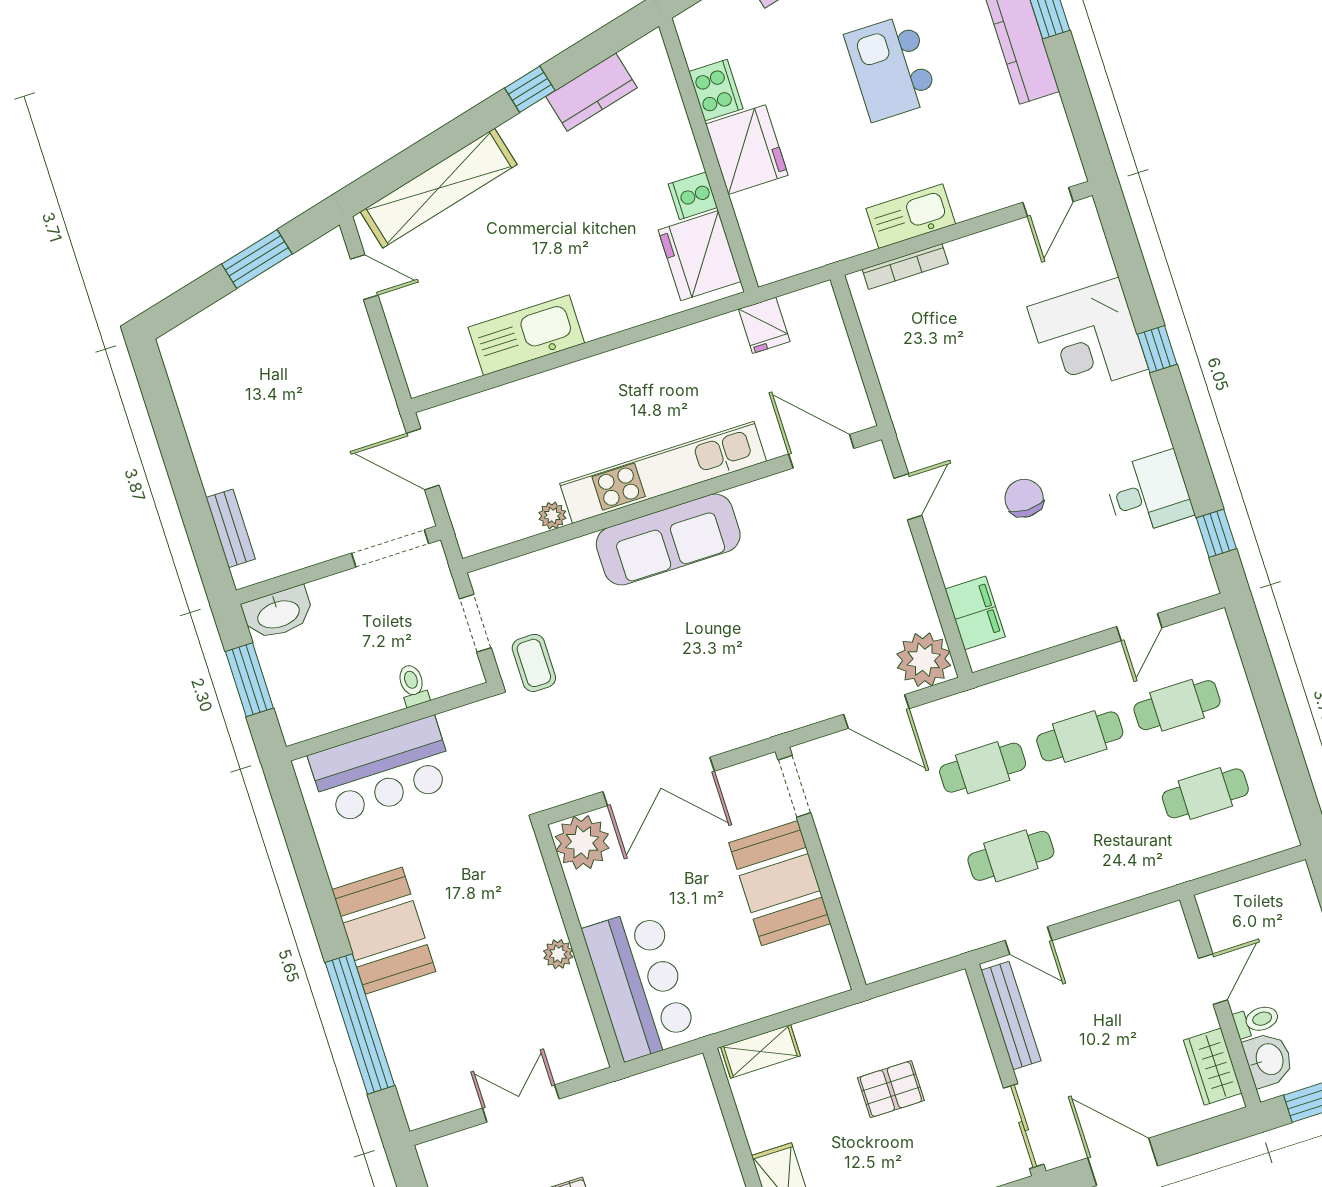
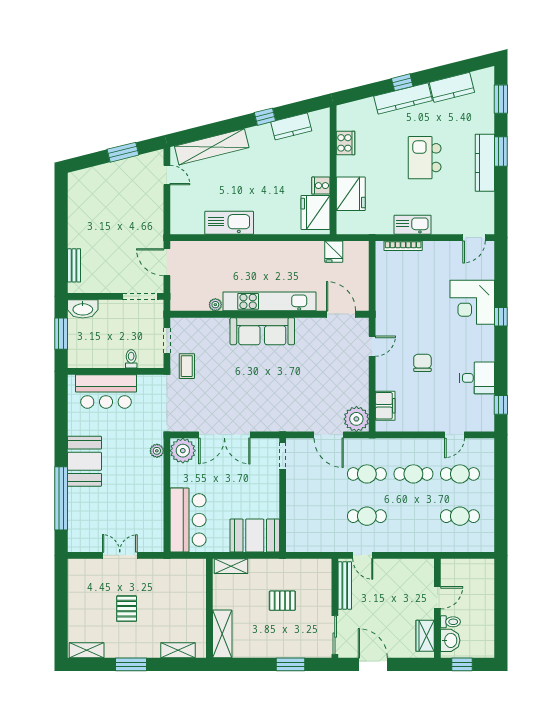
fridge: (747, 150) -> (351, 194), moved
booth: (780, 883) -> (255, 536), moved, turned 90
plant: (558, 954) -> (157, 451), moved

